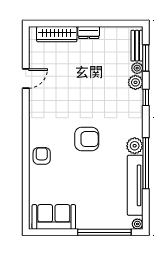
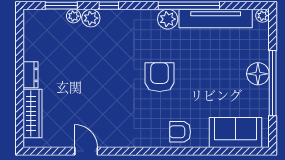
bench: (137, 46) -> (46, 16), removed
sofa: (54, 217) -> (235, 133), moved, turned 90
floor lamp: (90, 220) -> (258, 74), added
window: (104, 232) -> (273, 83), moved

